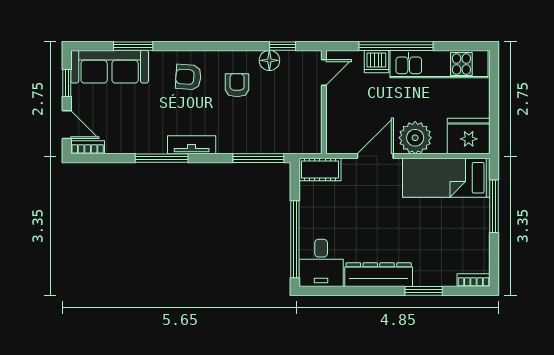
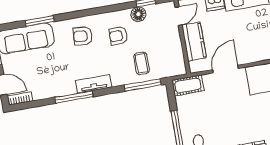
armchair: (237, 85) -> (118, 36), turned -90
kitchen counter: (339, 111) -> (194, 42), added
coffee table: (262, 128) -> (142, 63), added
plant: (415, 138) -> (251, 51), removed

